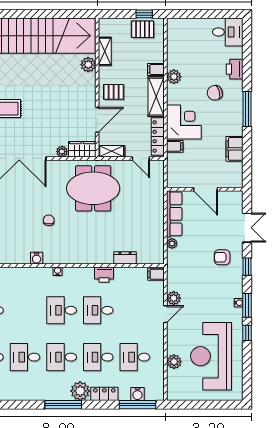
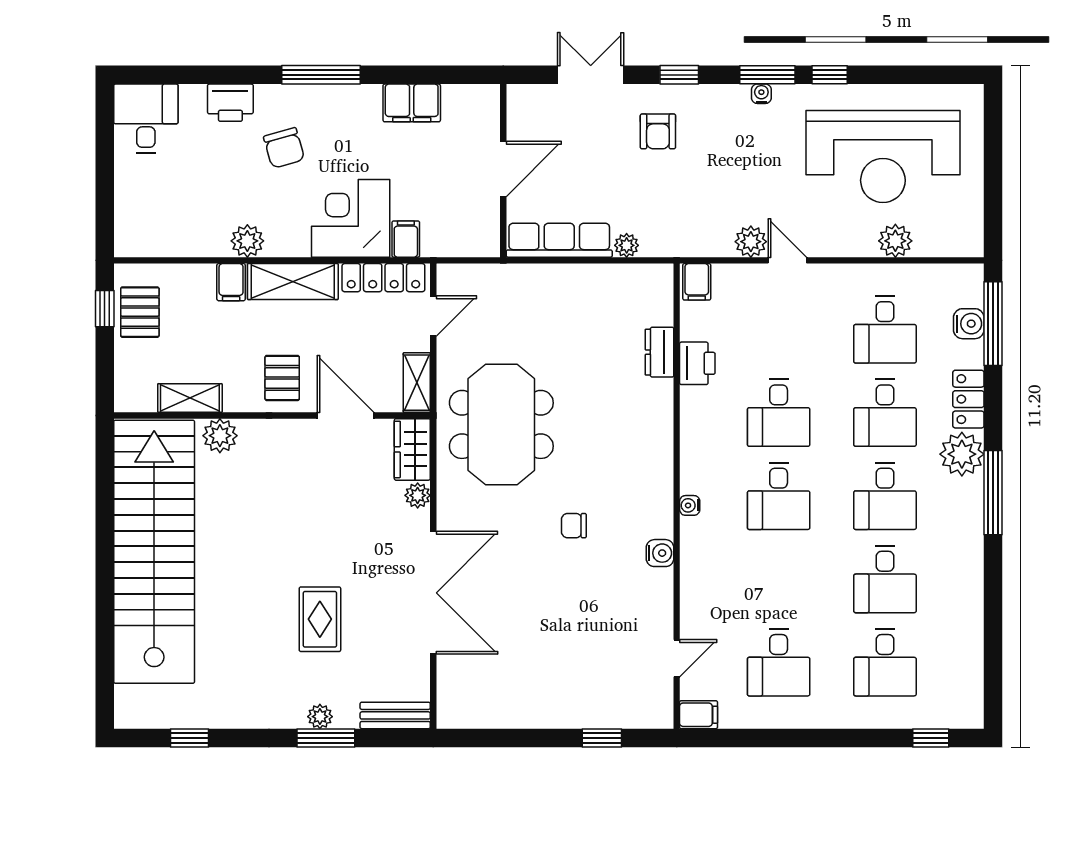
printer: (104, 275) -> (697, 363), moved

